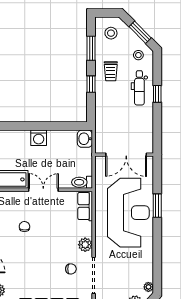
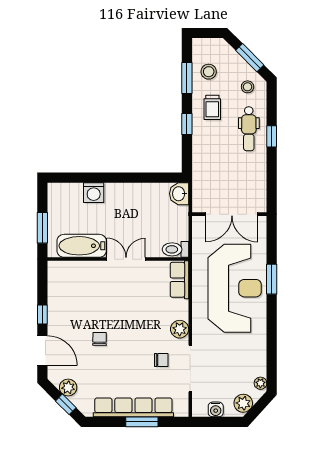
stool: (111, 33) -> (209, 72), moved
washing machine: (39, 138) -> (94, 193), moved
chair: (24, 227) -> (100, 339), moved

